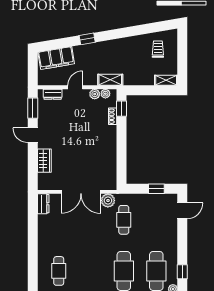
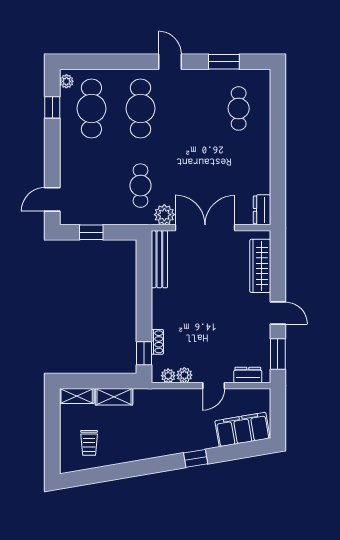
shelving: (110, 80) -> (114, 397), moved
wardrobe: (44, 161) -> (260, 266), width x1.50
bench: (111, 171) -> (159, 259), added

